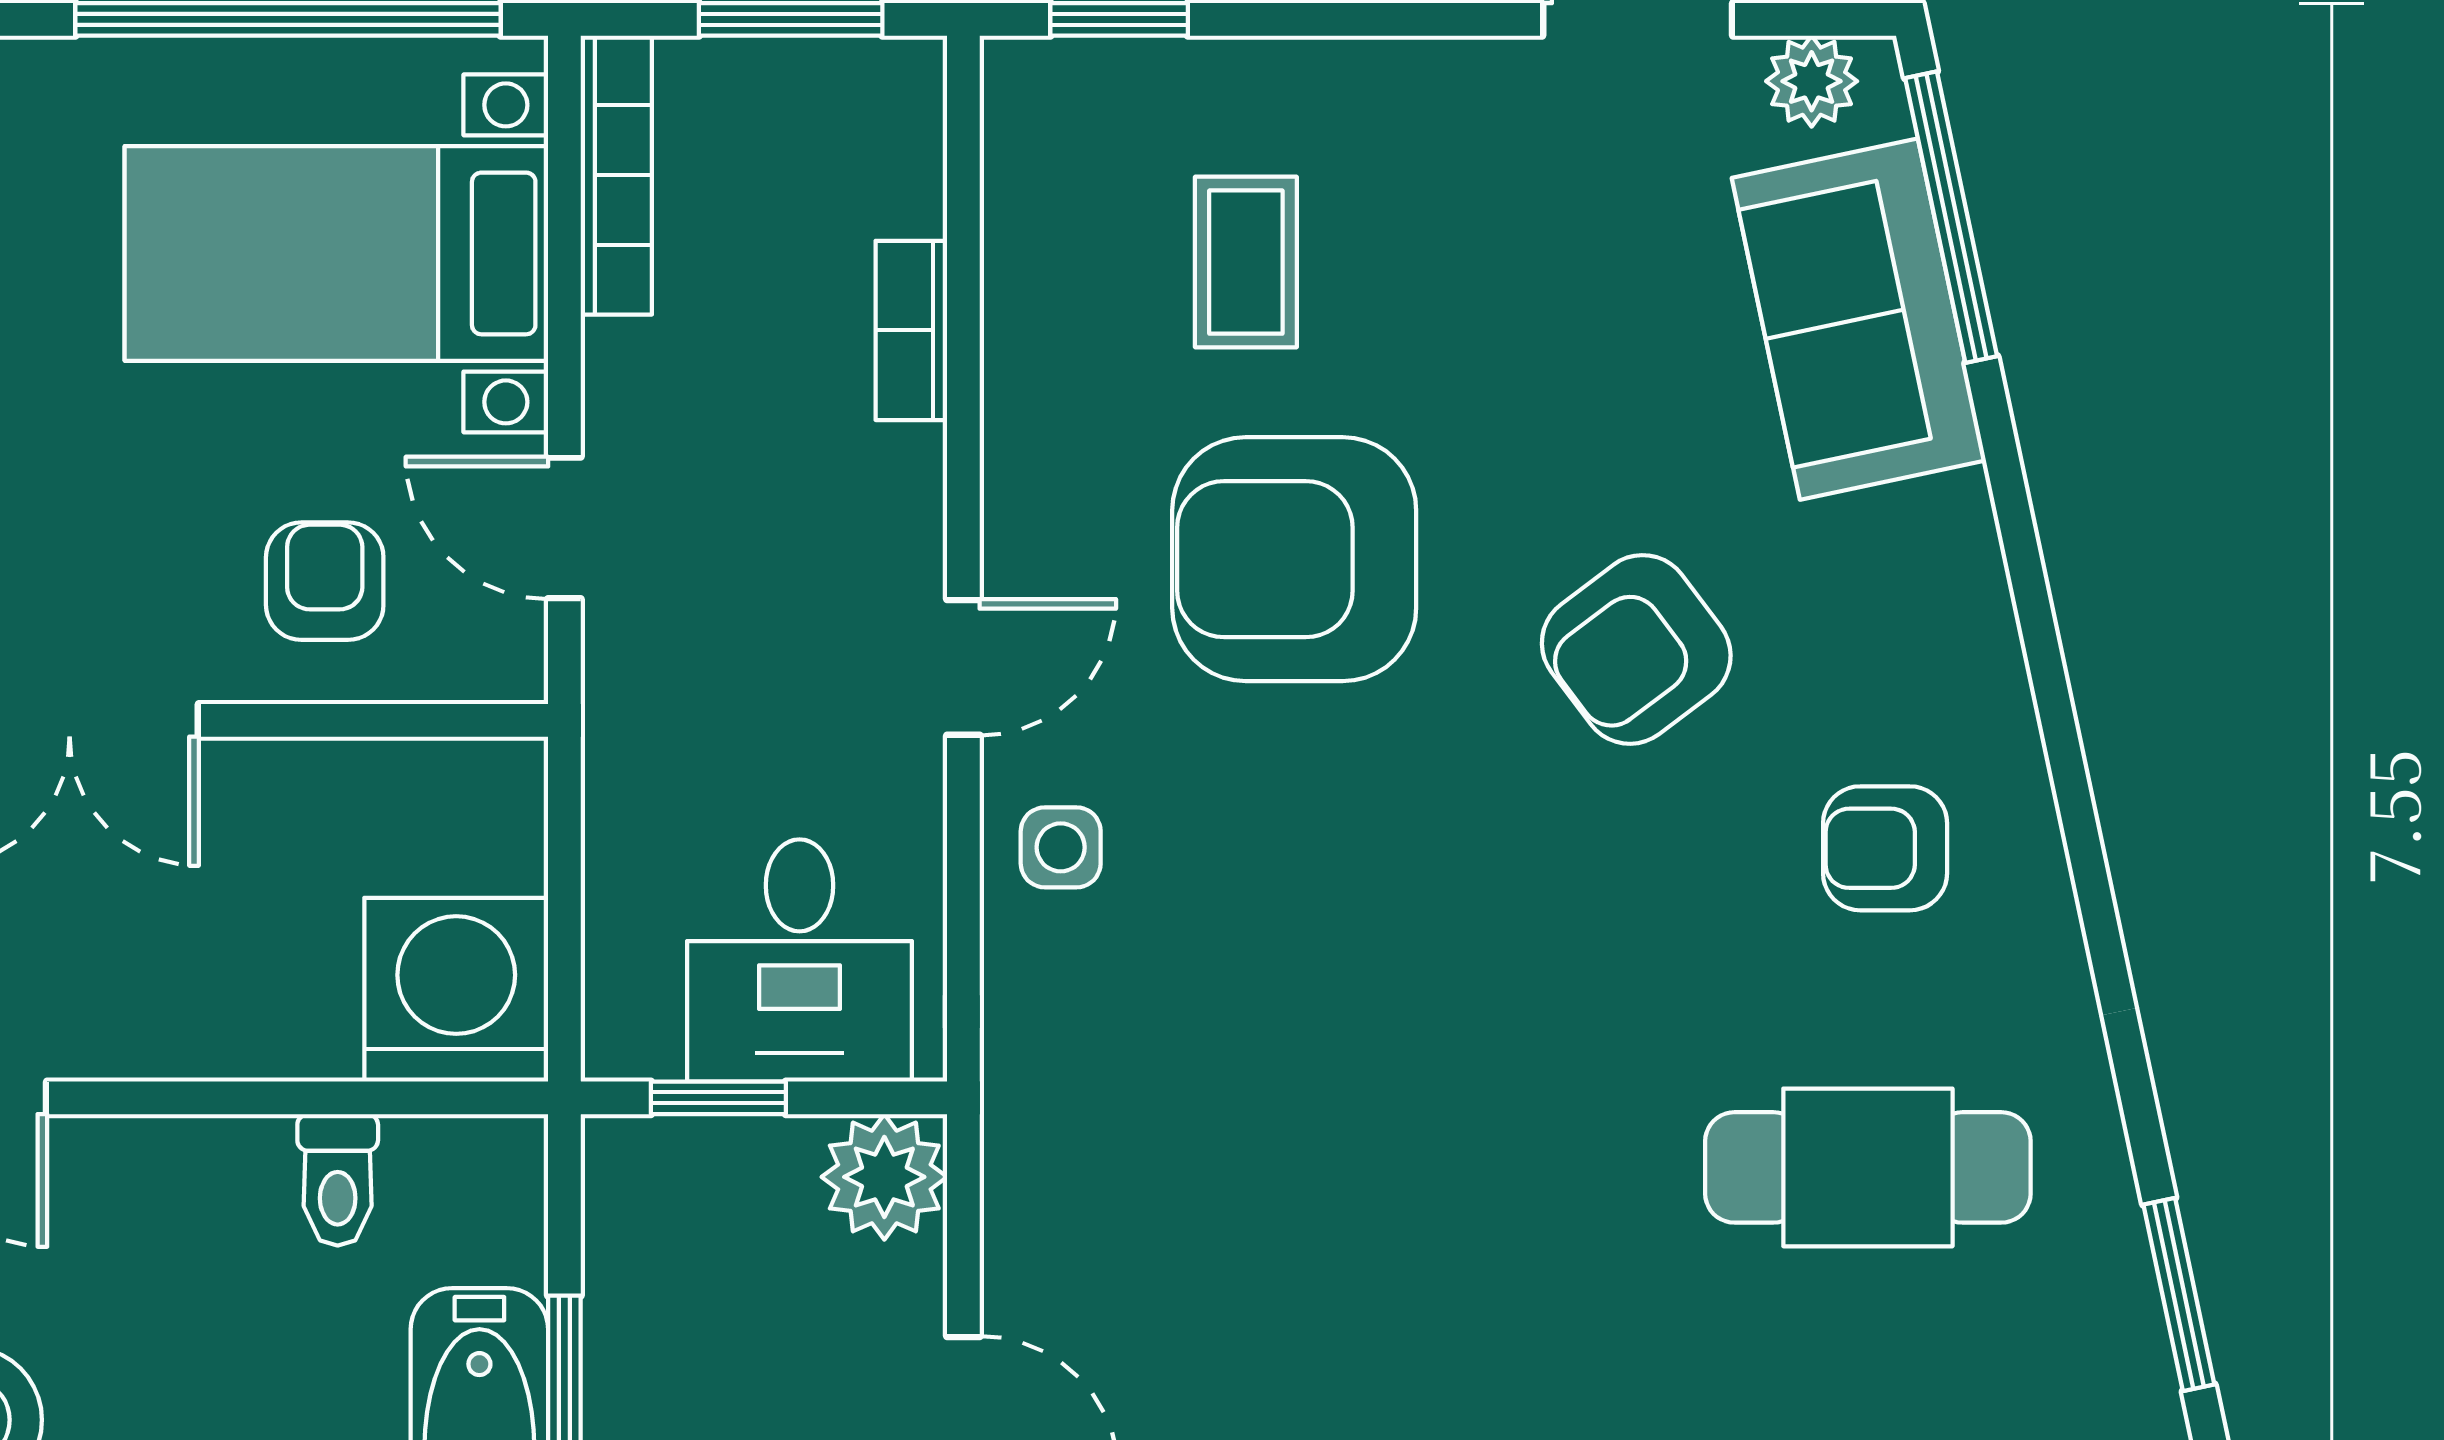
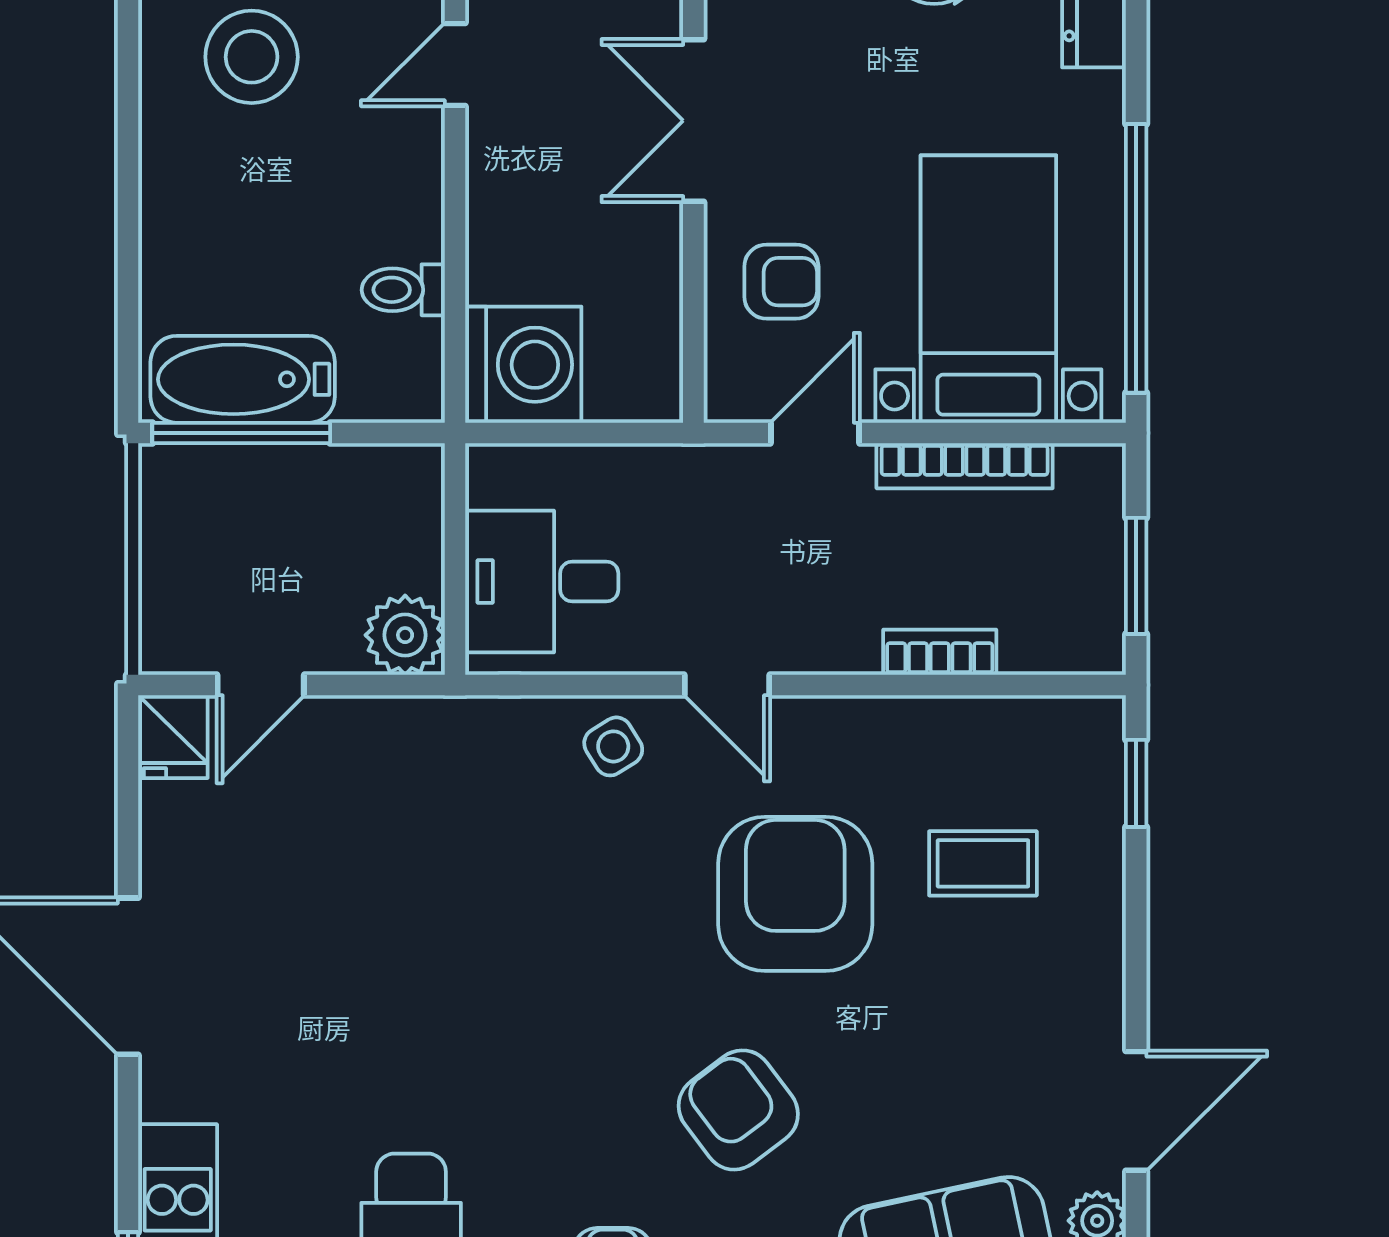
bookcase: (616, 175) -> (965, 466), moved
side table: (1061, 847) -> (613, 746), turned -32
window: (718, 1098) -> (455, 530), removed

